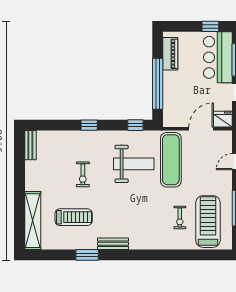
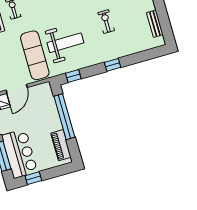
bench: (30, 145) -> (155, 24), moved
weight bench: (134, 164) -> (65, 43), turned 180

